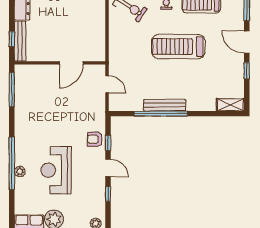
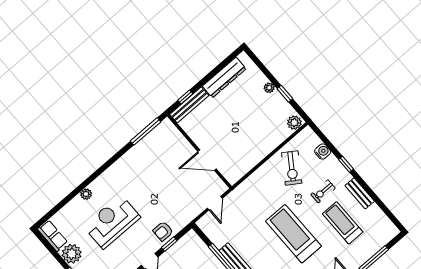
armchair: (95, 139) -> (163, 231), turned -90
window: (12, 163) -> (87, 182), removed

